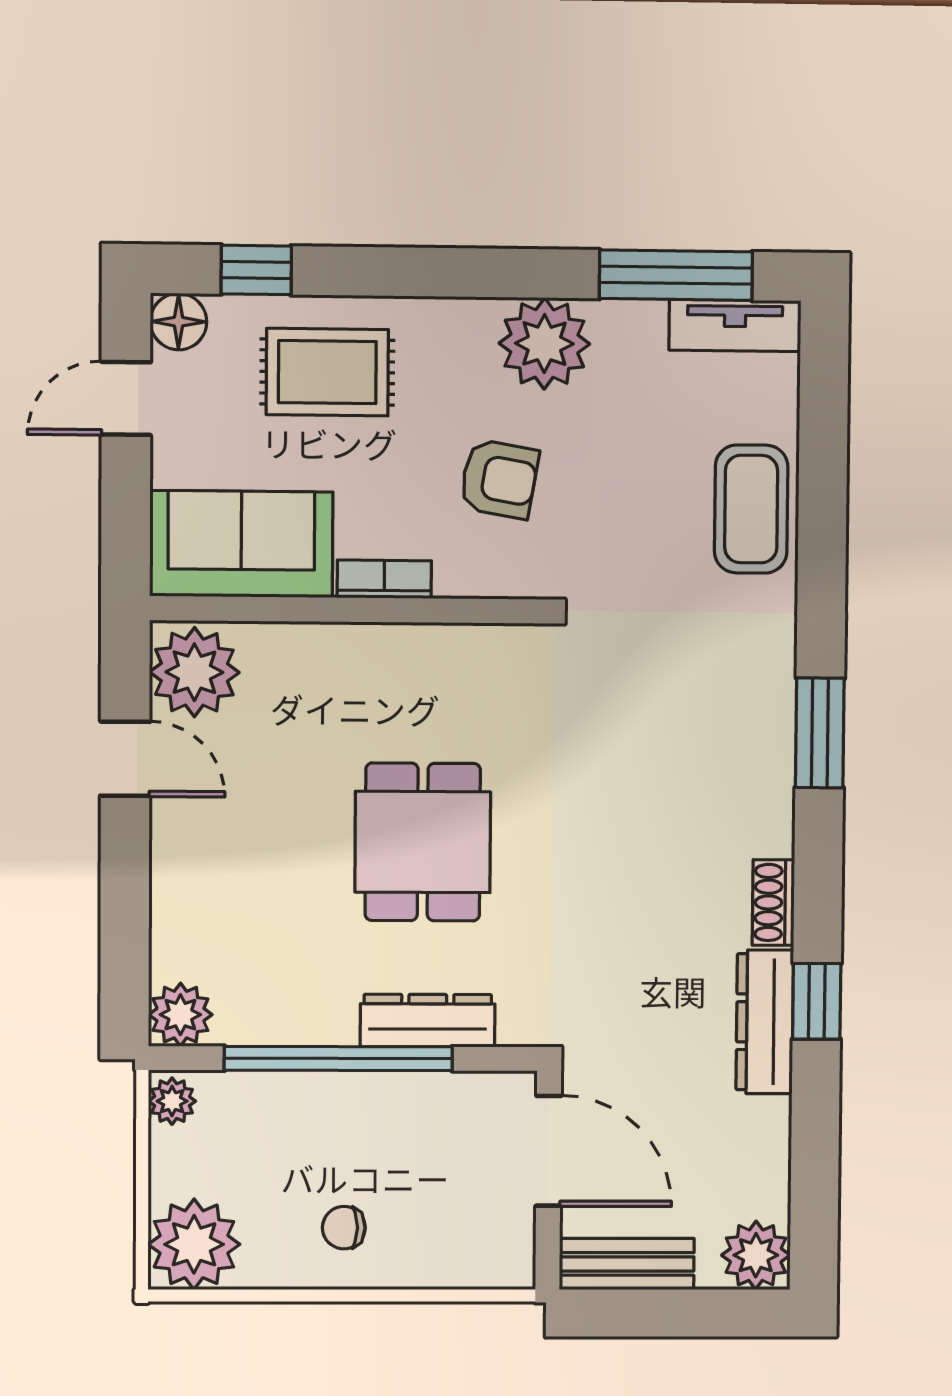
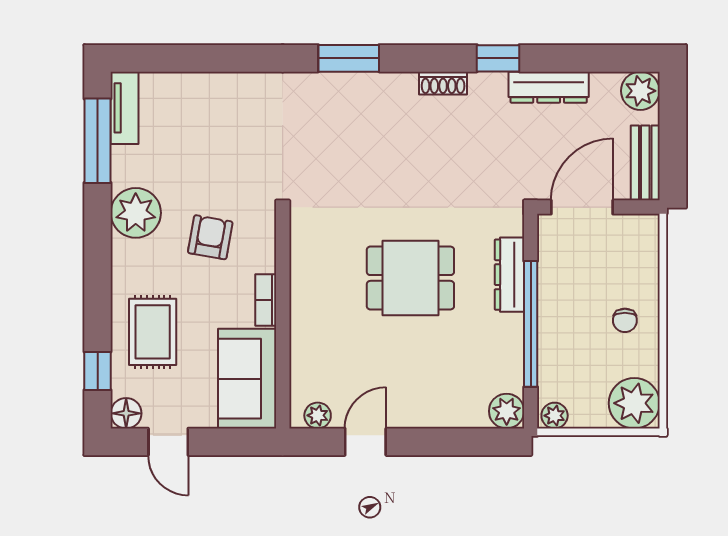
coffee table: (751, 509) -> (225, 98), removed
plant: (194, 672) -> (318, 415), width x0.53, depth x0.53
dresser: (765, 1022) -> (549, 87), moved

